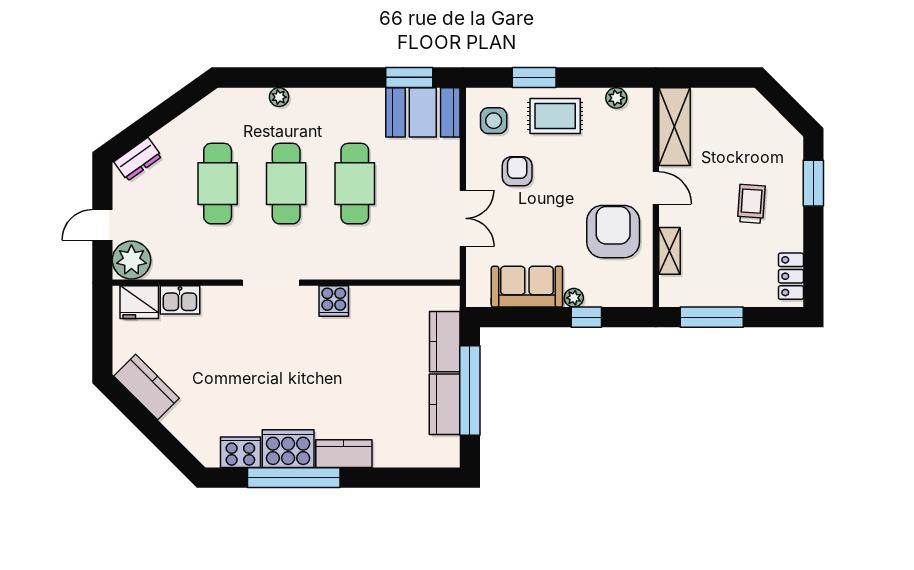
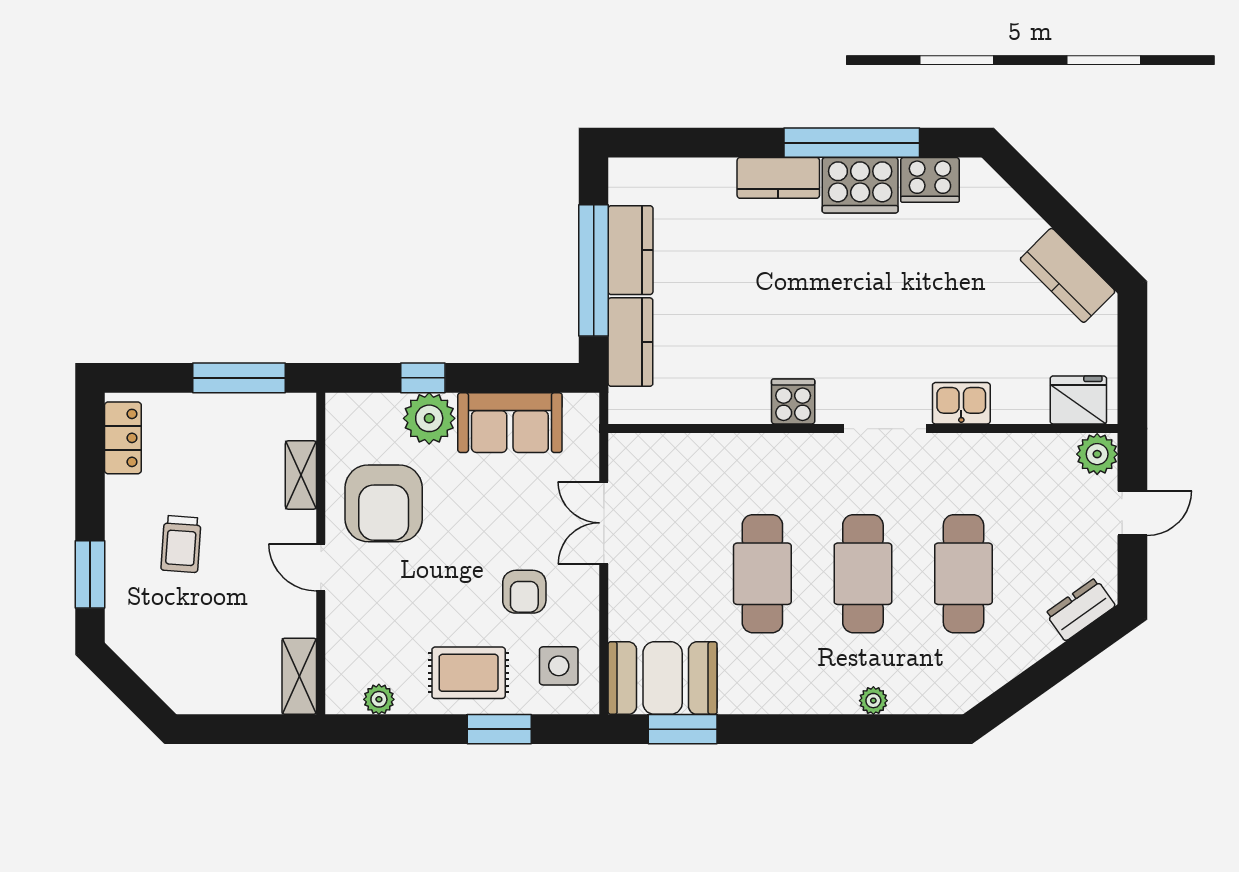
shelving: (675, 127) -> (299, 676), width x0.67, depth x0.75
plant: (131, 260) -> (1097, 454), width x0.73, depth x0.73
plant: (574, 298) -> (429, 418), width x1.87, depth x1.87
kitchen sink: (180, 300) -> (961, 403), moved

